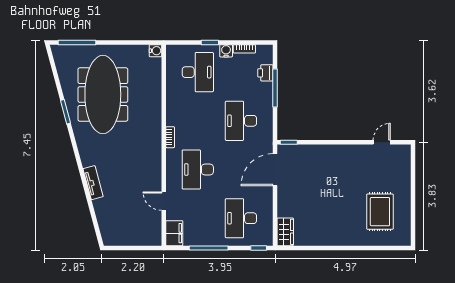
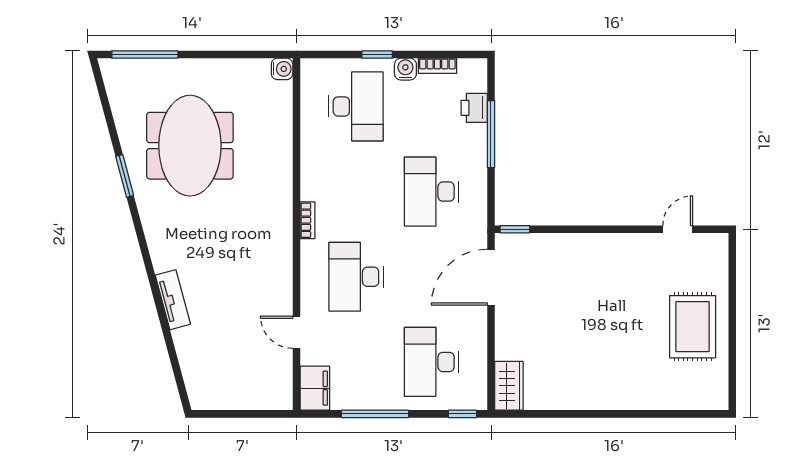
meeting table: (103, 95) -> (190, 146), width x0.73
rug: (380, 212) -> (693, 327), moved

